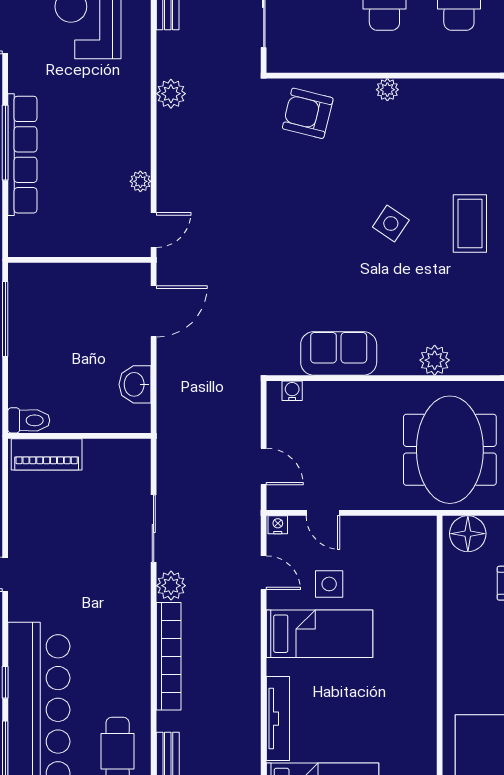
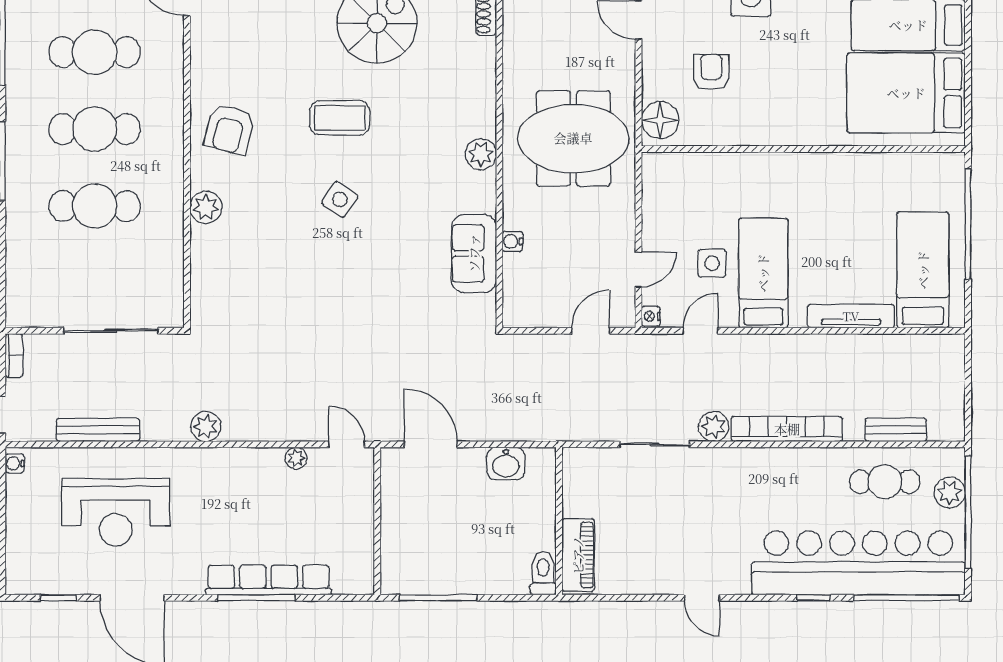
plant: (387, 90) -> (206, 207), width x1.38, depth x1.38
armchair: (308, 113) -> (229, 129), moved
water cooler: (292, 391) -> (512, 241), moved

